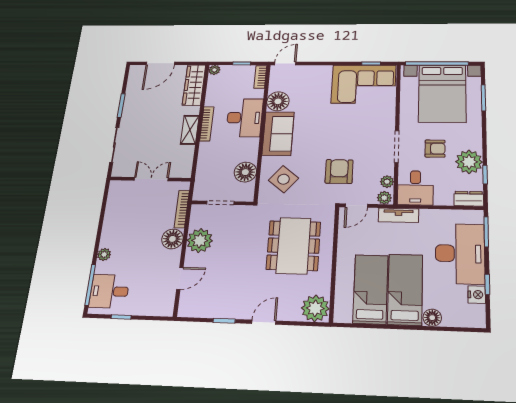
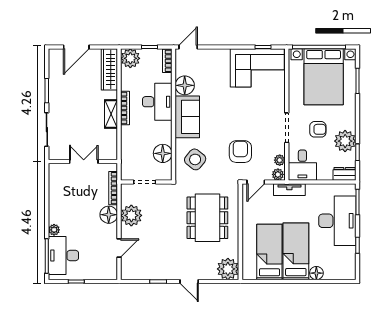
plant: (214, 70) -> (130, 58), width x1.88, depth x1.88
desk: (109, 291) -> (63, 256), width x1.37
nightstand: (477, 295) -> (350, 254), removed
door: (264, 322) -> (189, 281), swing flipped

